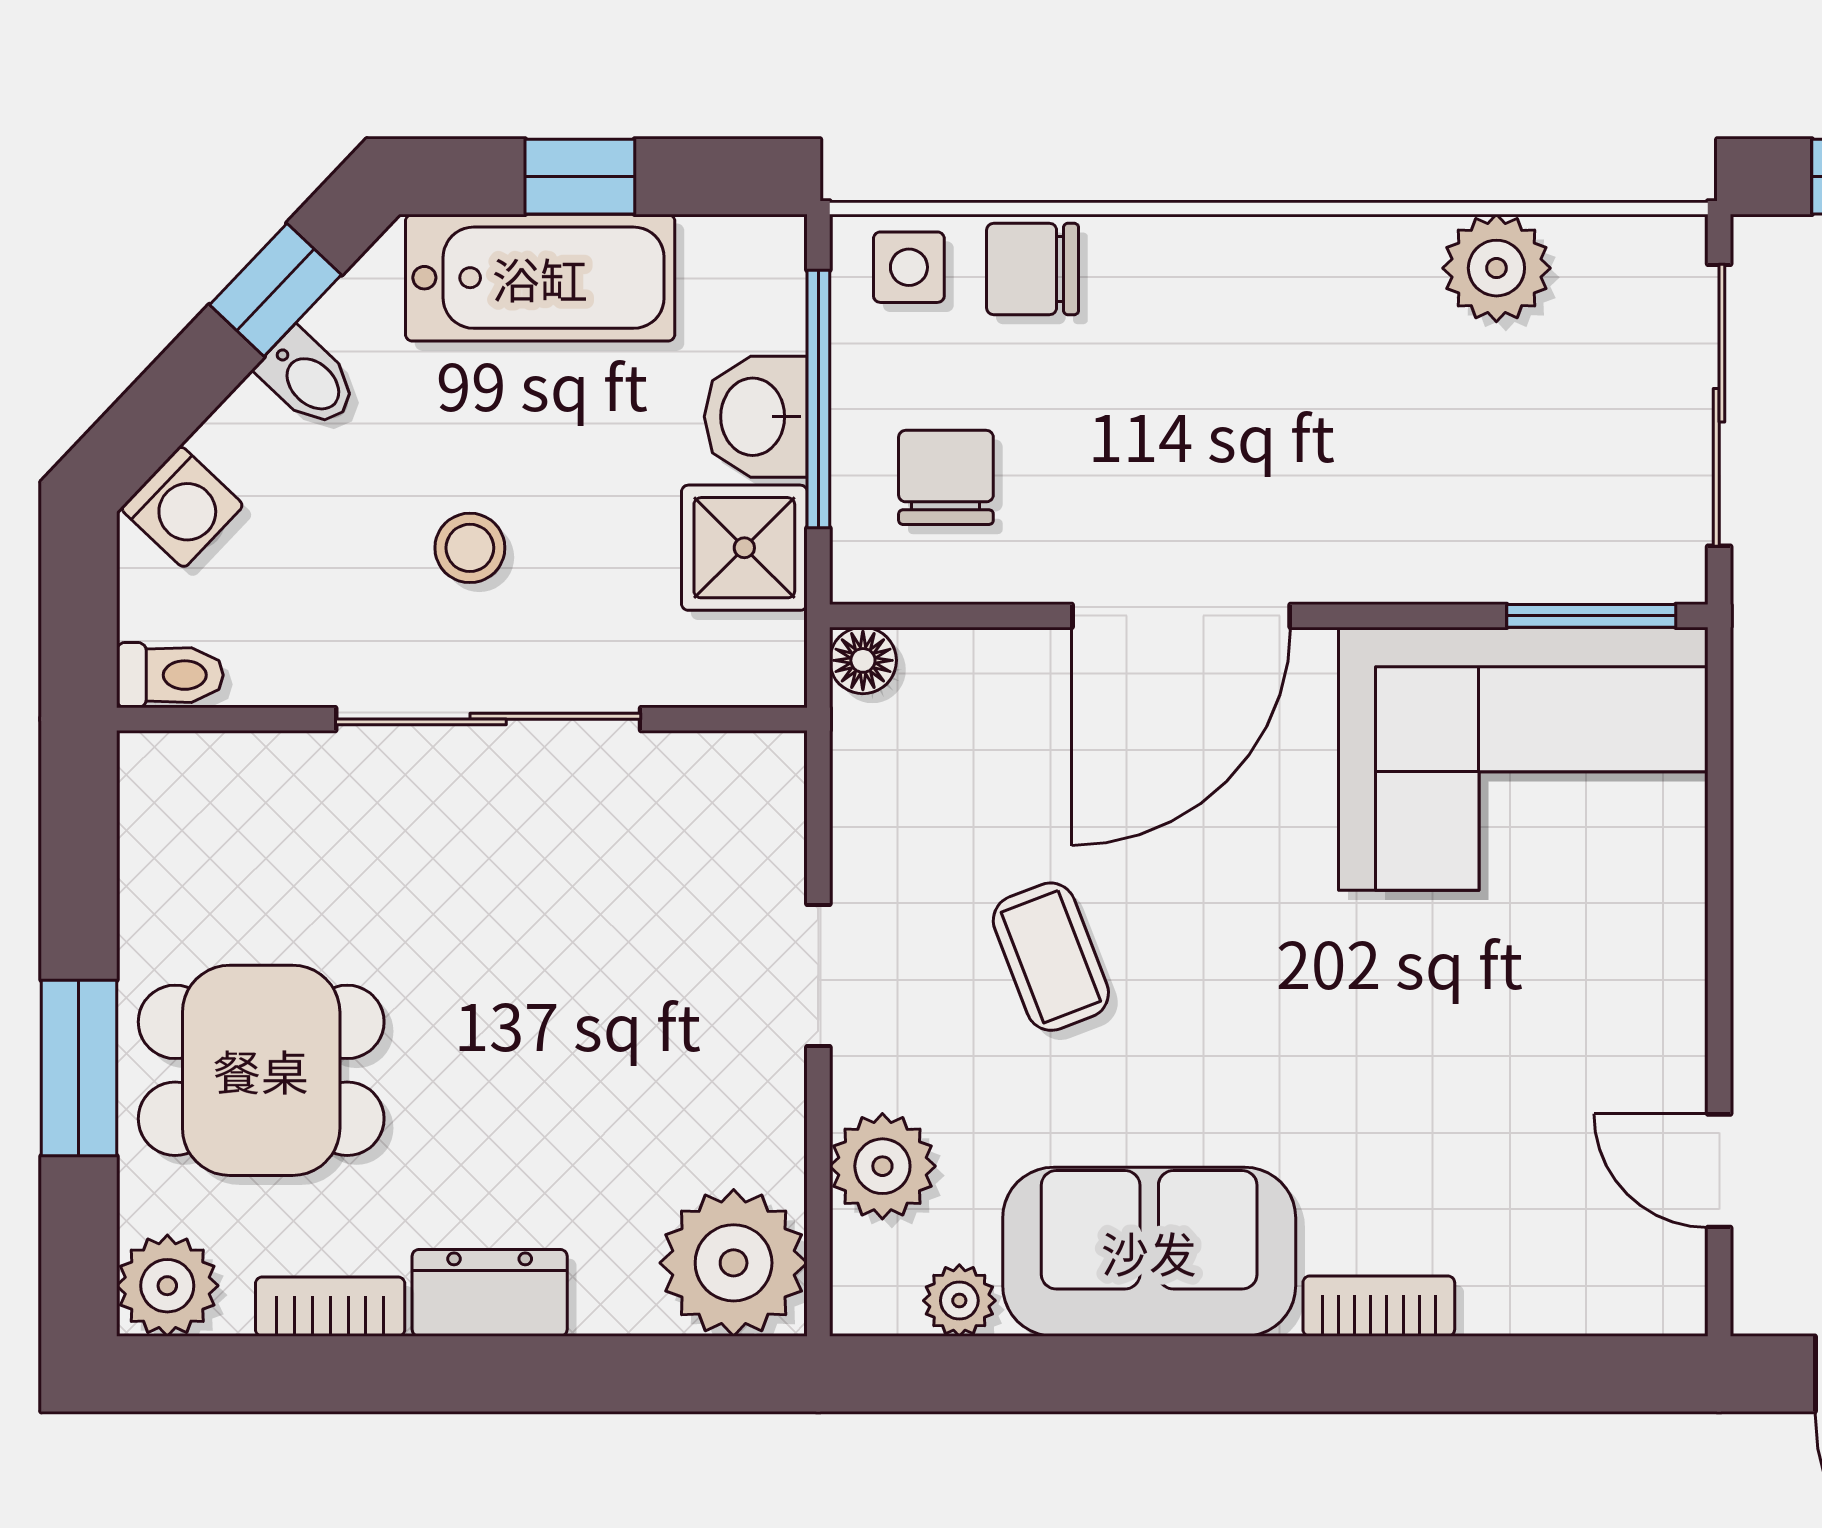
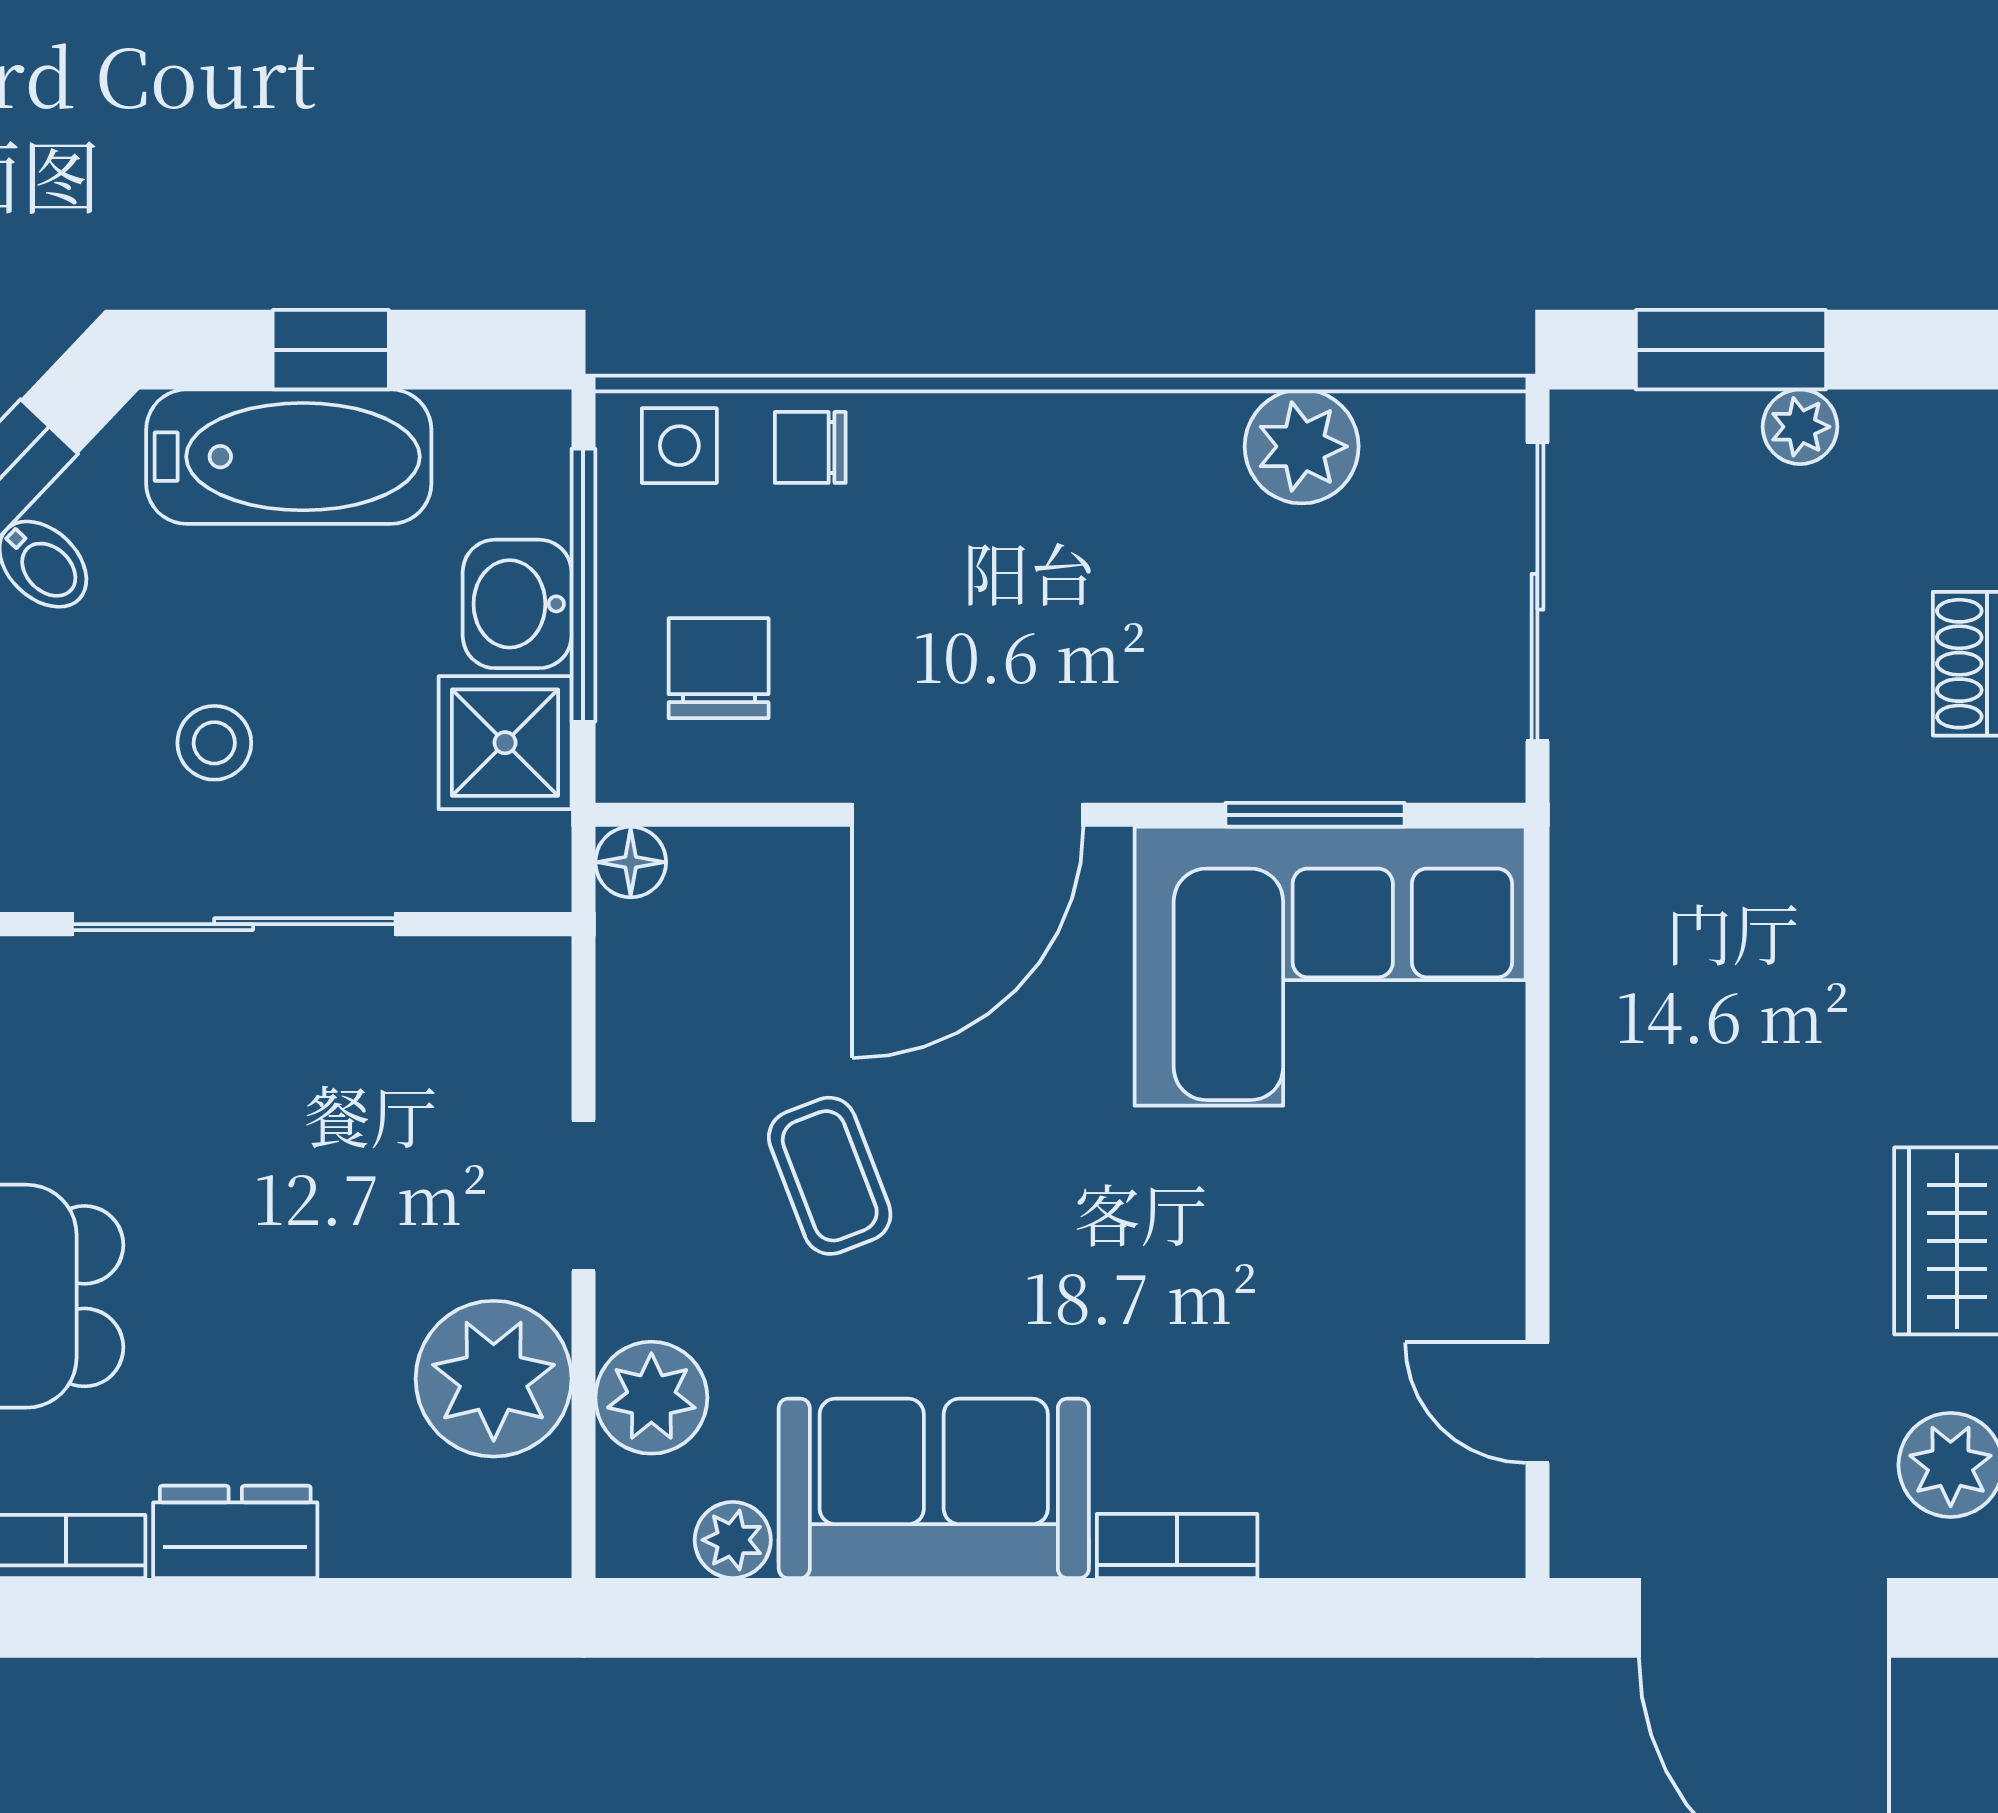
chair: (1033, 269) -> (810, 447), width x0.73, depth x0.73
window: (1591, 616) -> (1315, 815), moved
plant: (734, 1263) -> (494, 1379), moved

